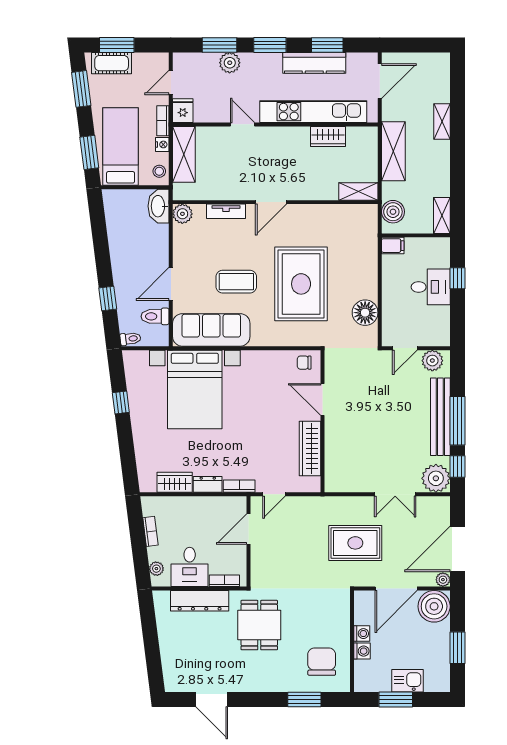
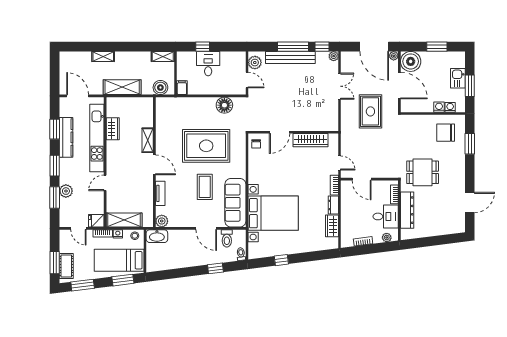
shelving: (358, 191) -> (148, 140), moved
plant: (436, 478) -> (334, 56), width x0.53, depth x0.53
washing machine: (362, 634) -> (450, 107), moved

